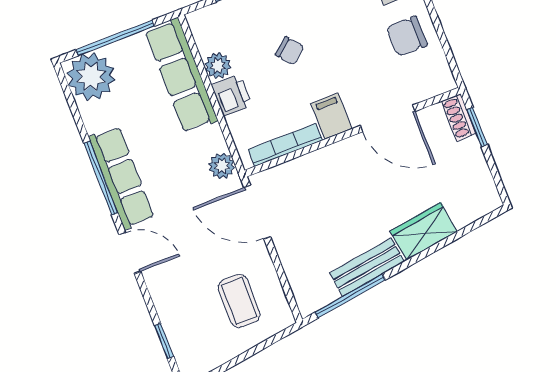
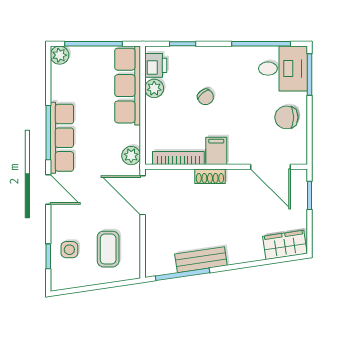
plant: (91, 77) -> (60, 55), width x0.53, depth x0.53
printer: (232, 95) -> (156, 65), moved
shoe rack: (459, 117) -> (210, 176), moved, turned -90
door: (388, 119) -> (270, 167), moved
wardrobe: (424, 231) -> (285, 245), moved
side table: (189, 321) -> (69, 250), added

